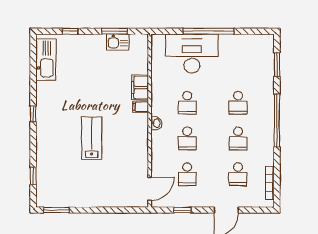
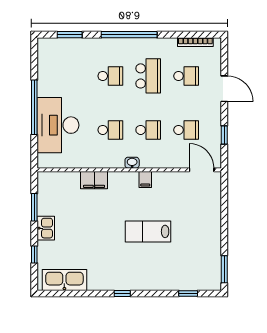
kitchen sink: (118, 42) -> (46, 228), moved
filing cabinet: (141, 107) -> (145, 179), moved
school desk: (238, 138) -> (148, 76), width x1.85

